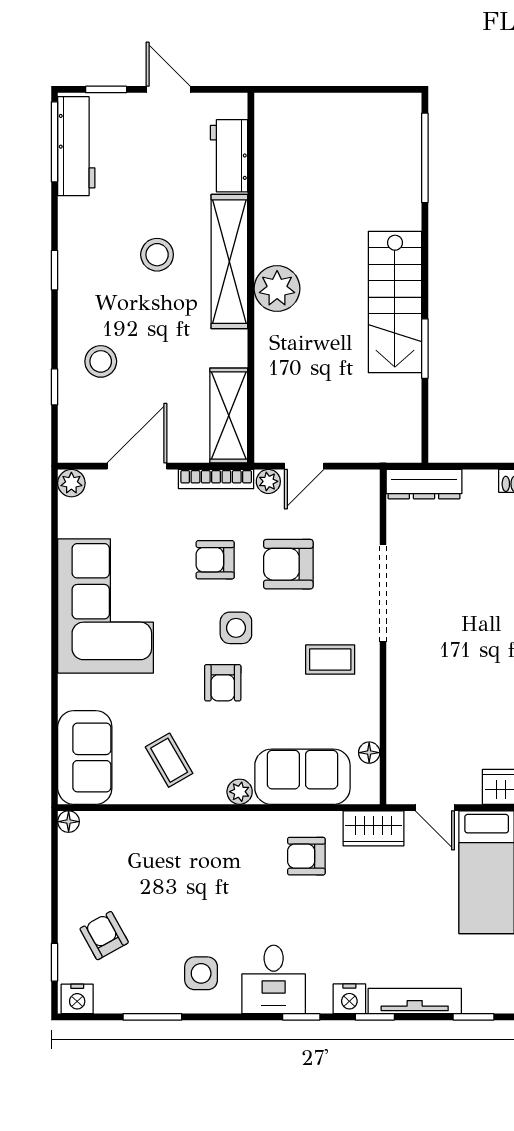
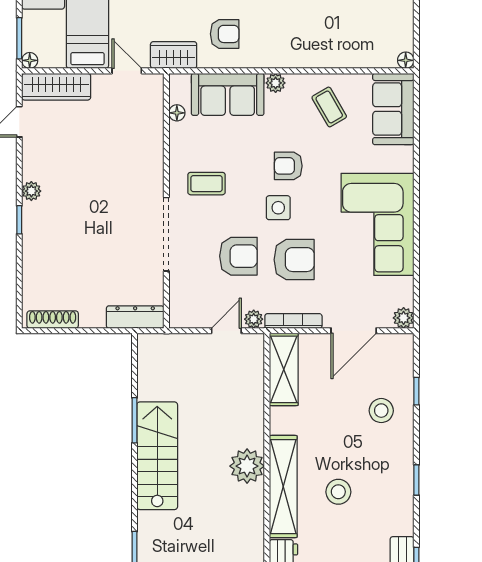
armchair: (215, 560) -> (294, 260), width x1.38, depth x1.38
armchair: (223, 683) -> (288, 166), turned -90

